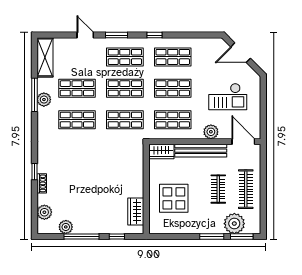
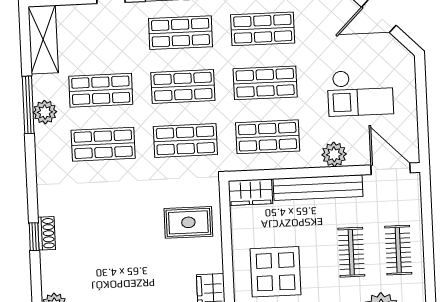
rug: (124, 167) -> (188, 222), added
shoe rack: (42, 183) -> (46, 233), moved
clothes rail: (246, 189) -> (398, 250), width x0.73

